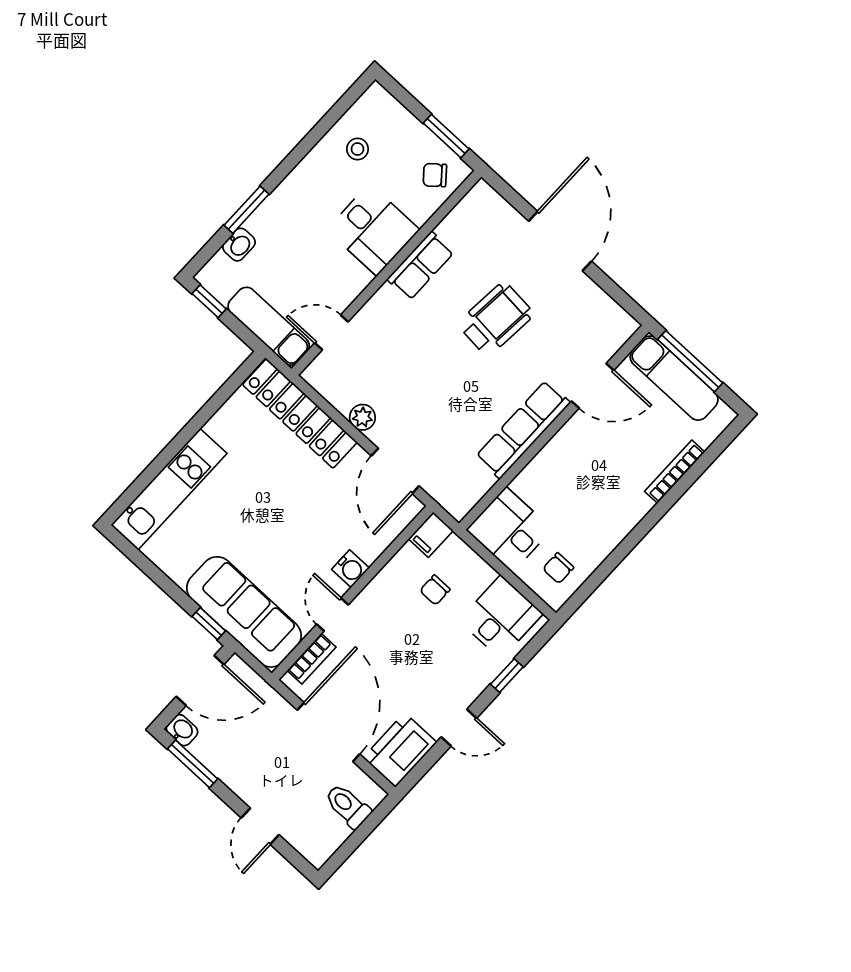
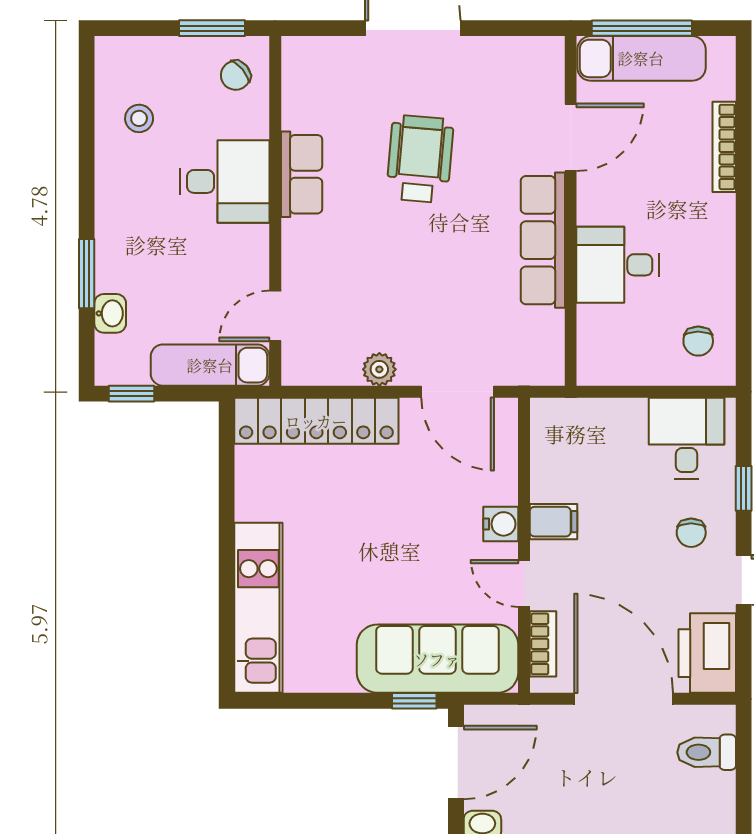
desk: (509, 529) -> (618, 265), moved
filing cabinet: (431, 535) -> (554, 522), moved, turned -90
chair: (435, 590) -> (691, 533), moved

